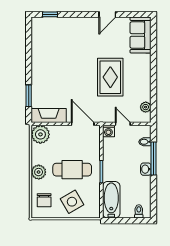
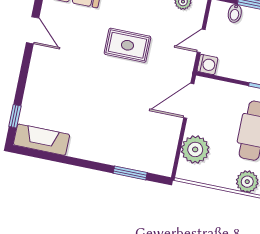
rug: (110, 77) -> (127, 45), width x0.73, depth x0.70
fireplace: (49, 115) -> (42, 140), moved, turned 90
plant: (40, 134) -> (195, 149), moved

